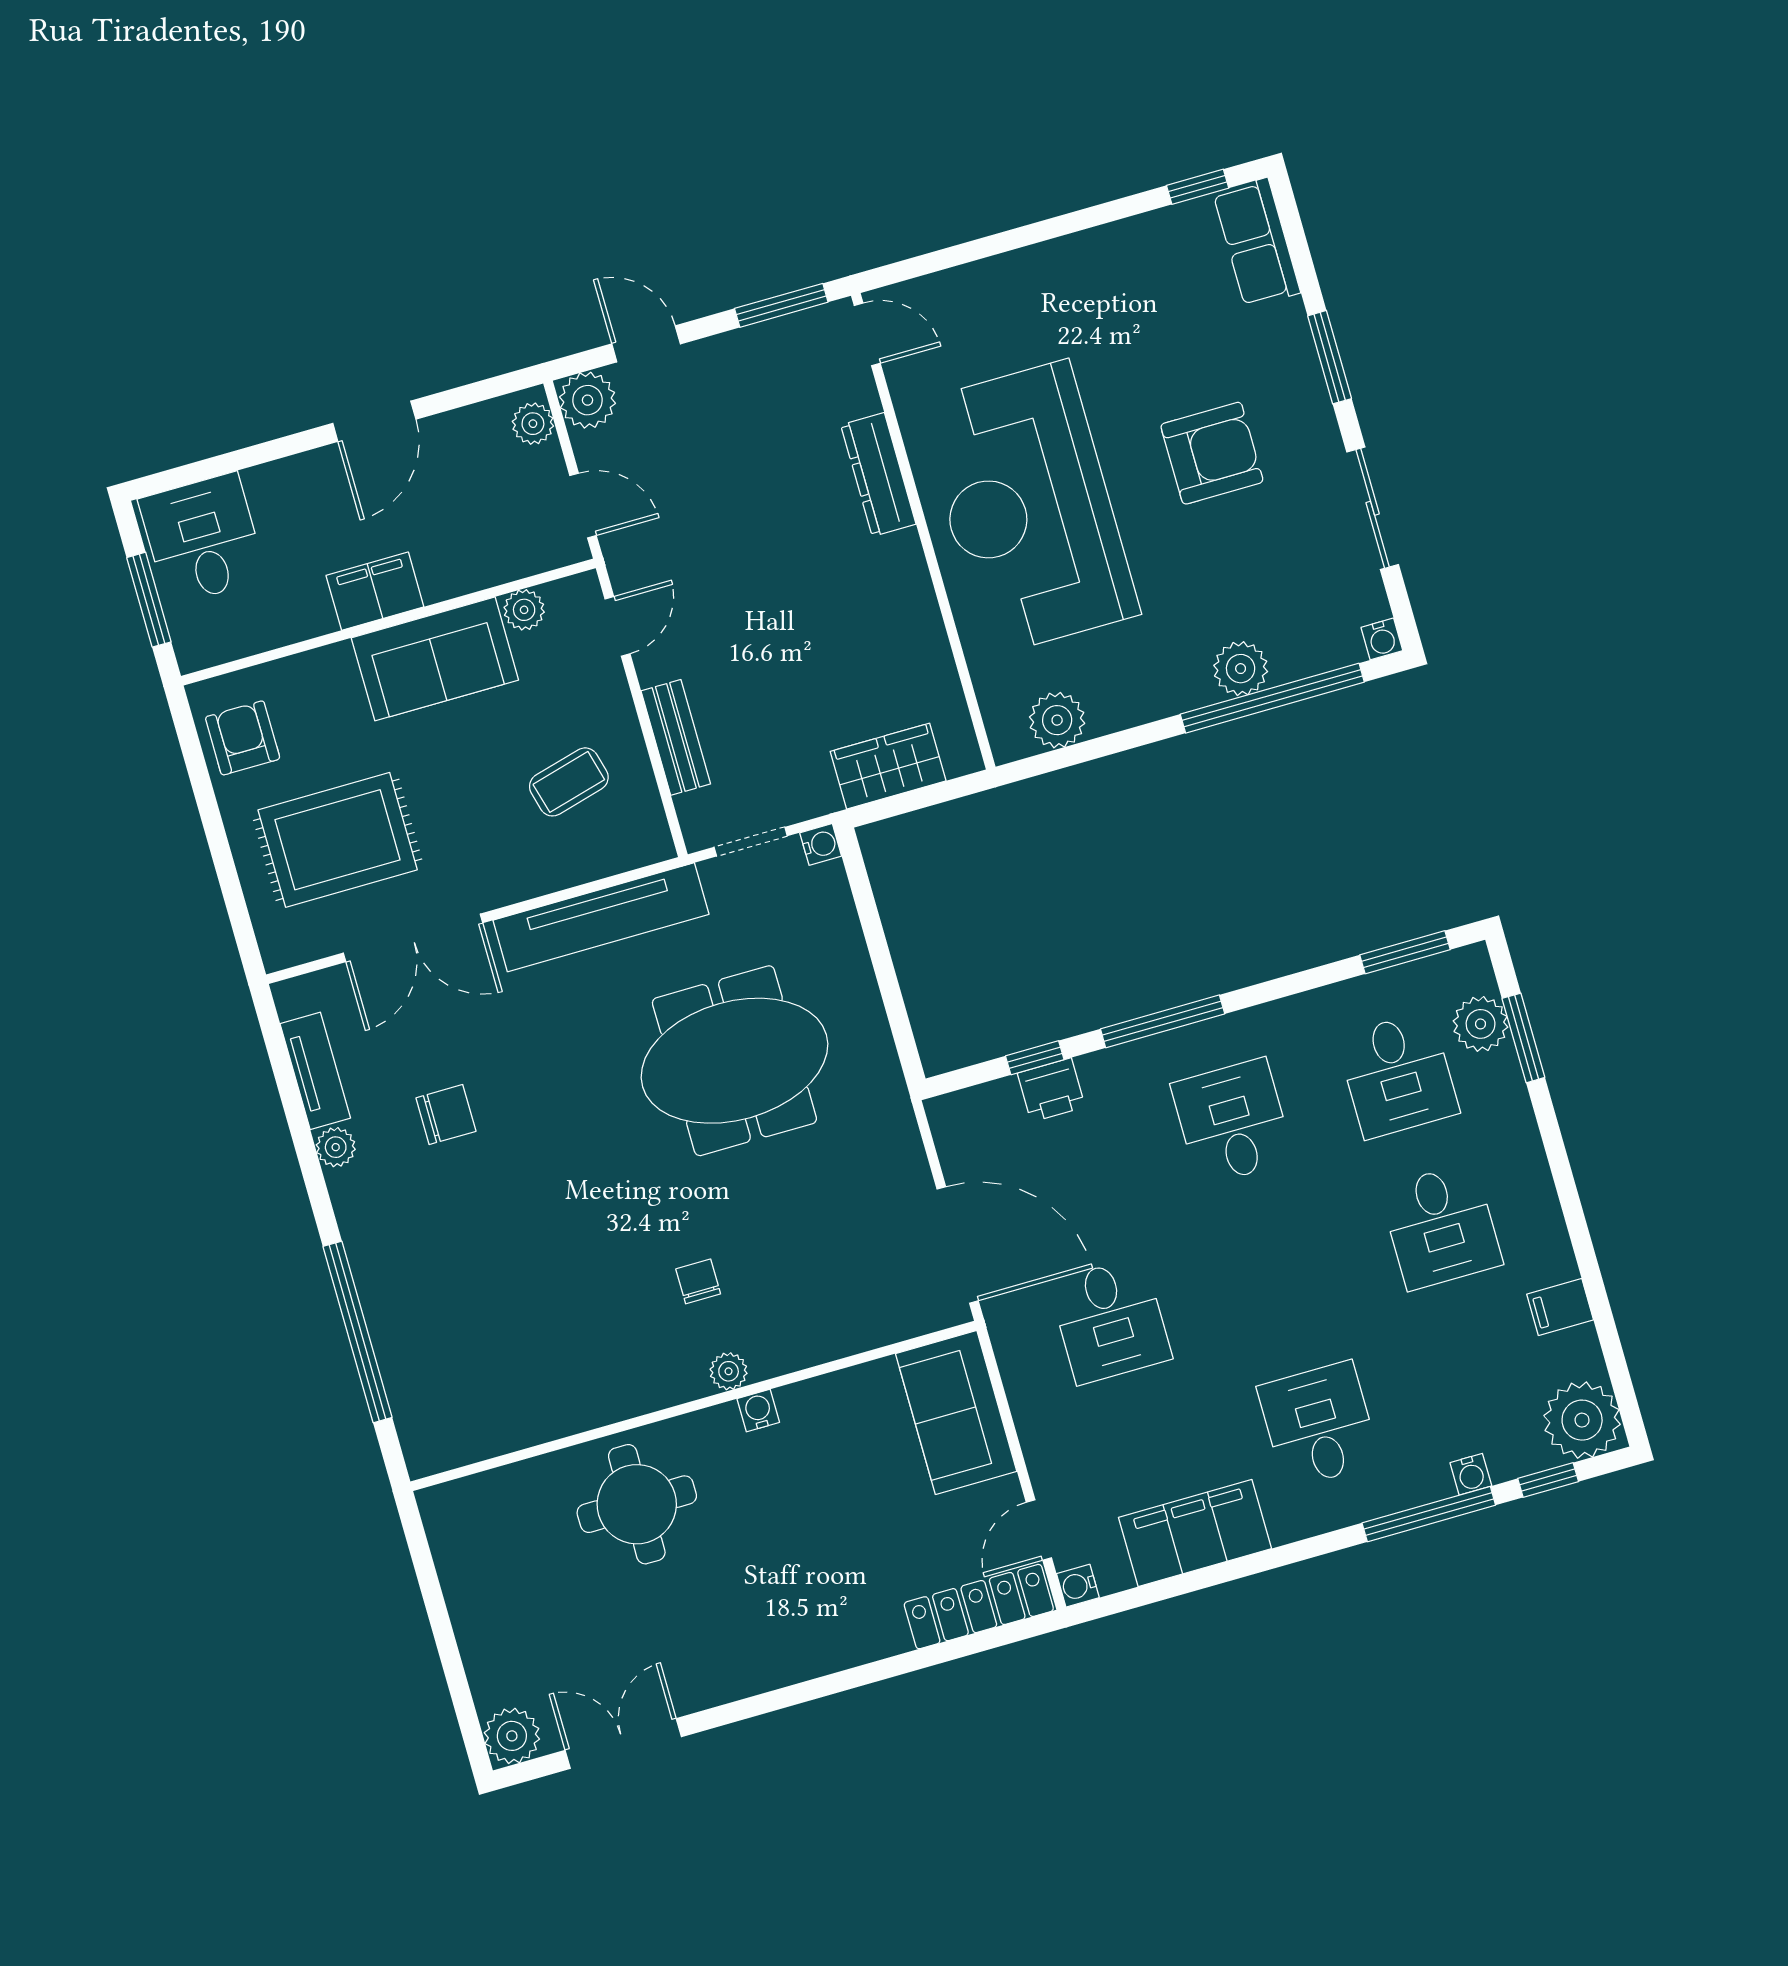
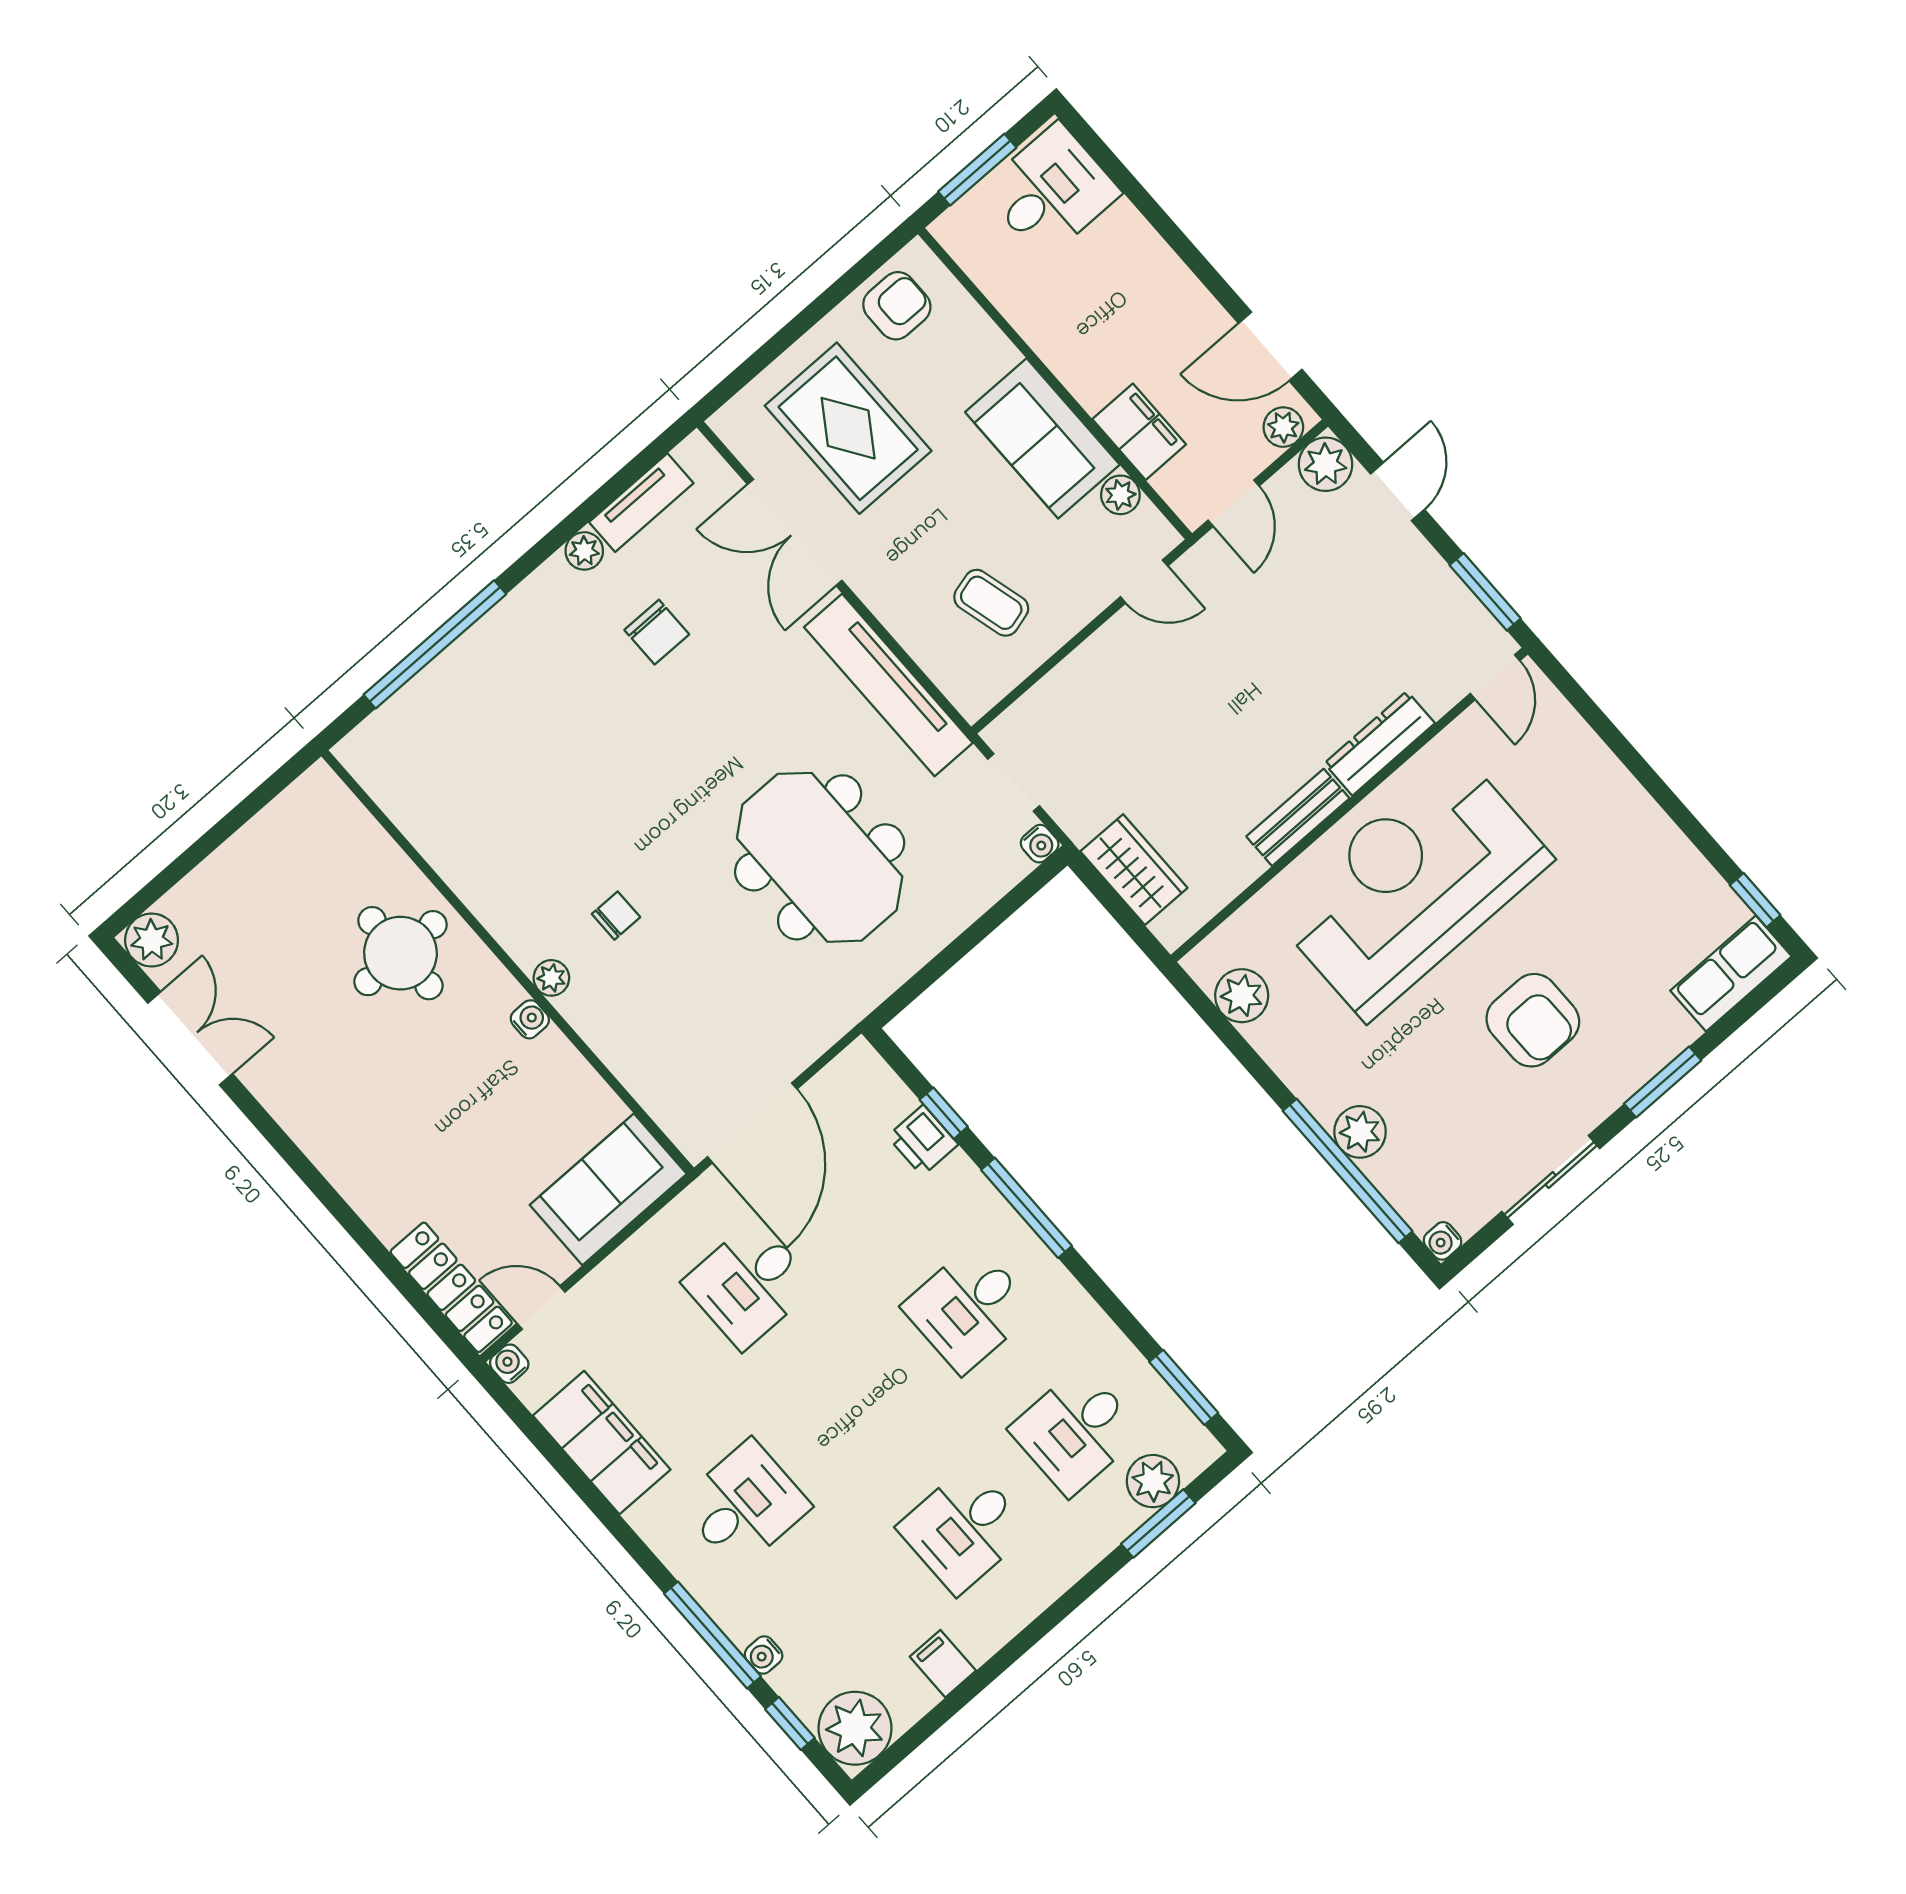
door: (374, 421) -> (1270, 346), moved
filing cabinet: (375, 591) -> (1139, 432), moved
bench: (676, 737) -> (1298, 817), moved
desk: (1232, 1122) -> (969, 1308), turned 180

